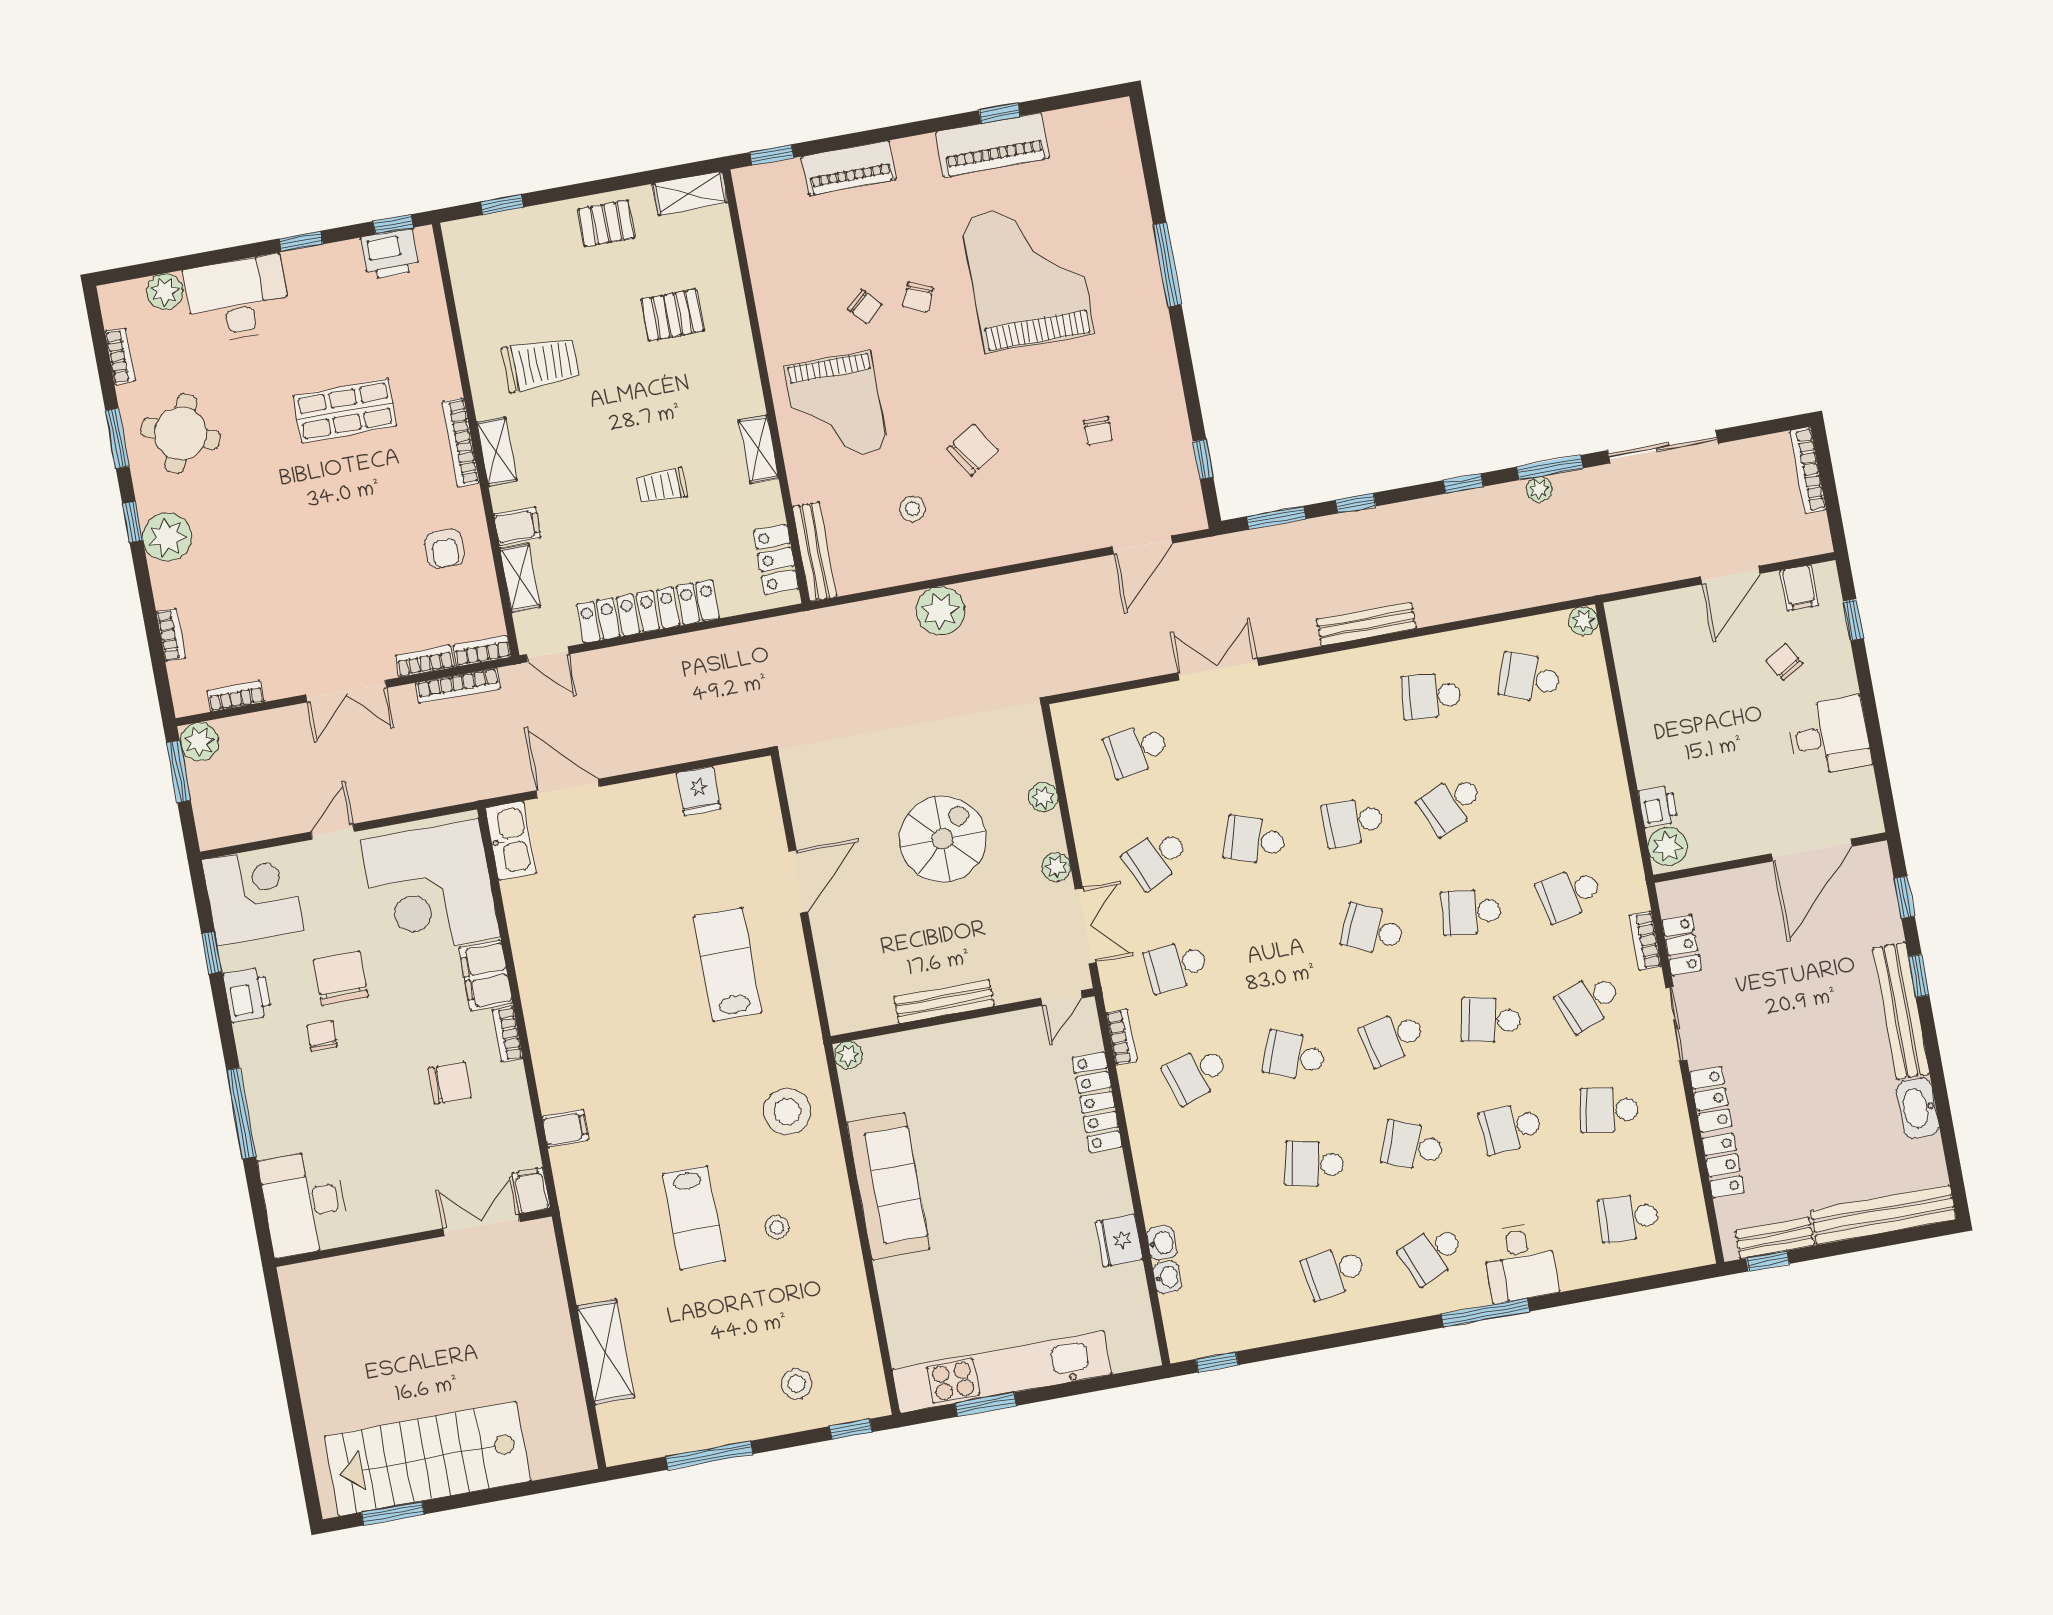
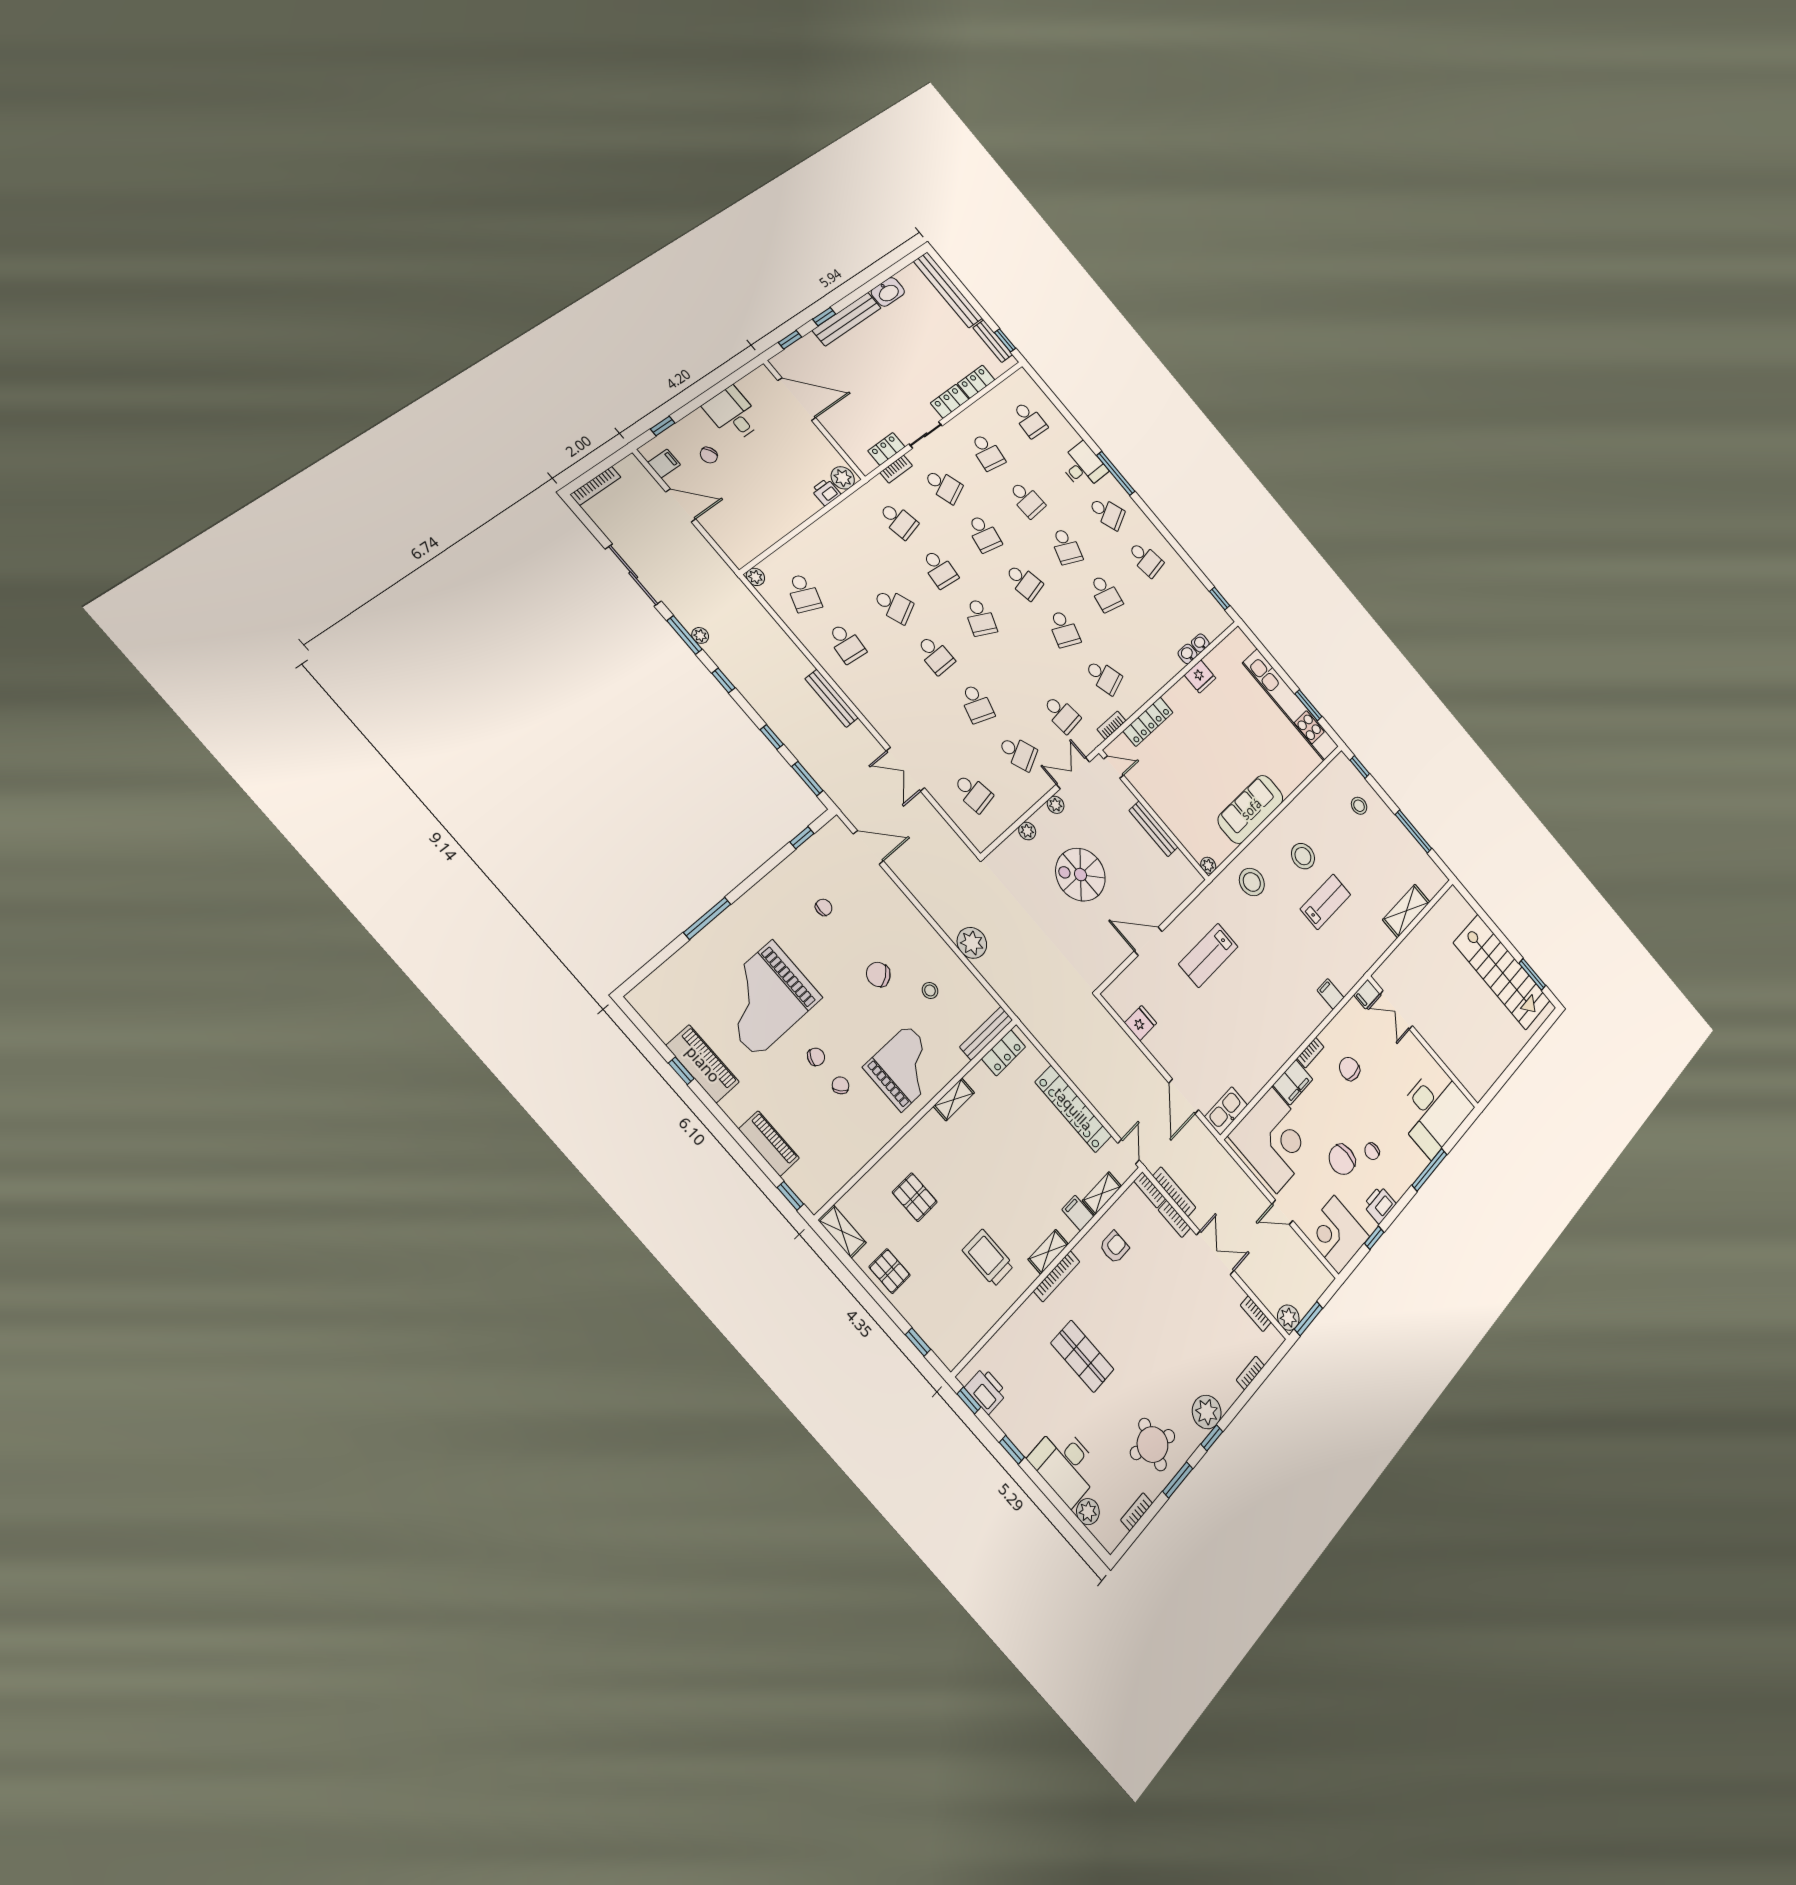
trolley: (662, 486) -> (1007, 1143), removed
desk: (304, 1203) -> (1434, 1110), width x1.36, depth x1.30
stool: (777, 1227) -> (1303, 856), width x1.89, depth x1.89

